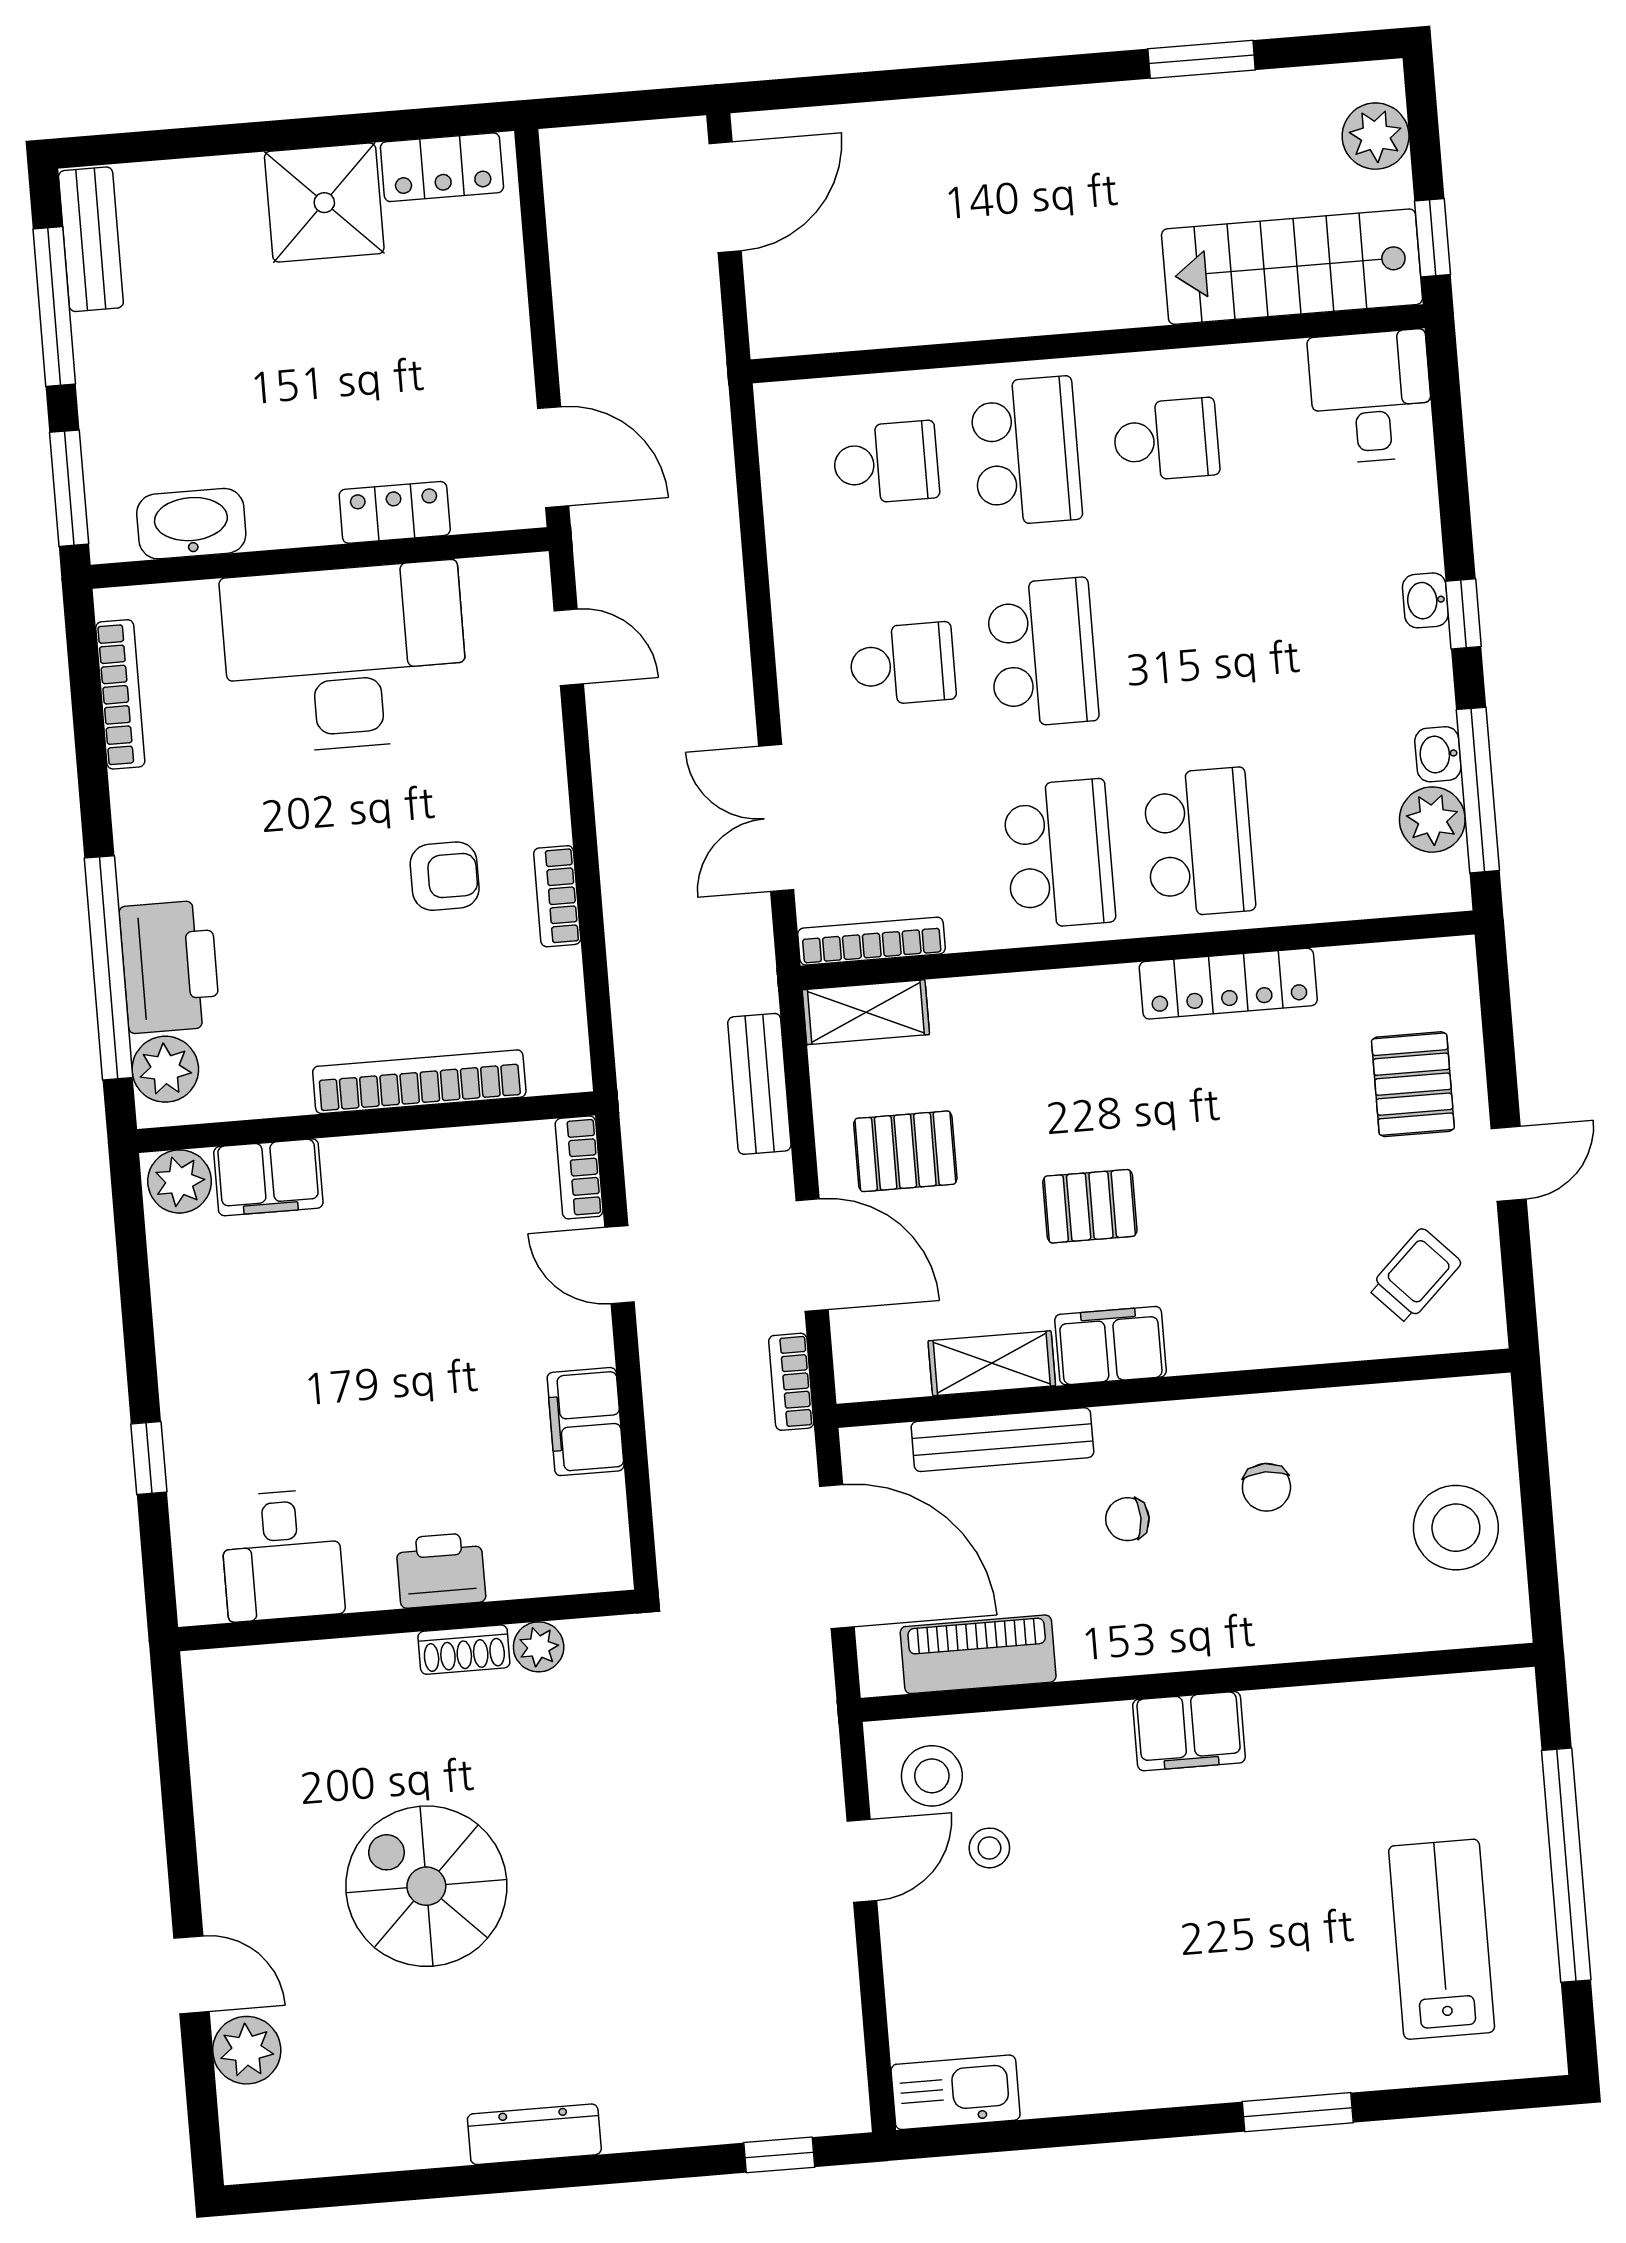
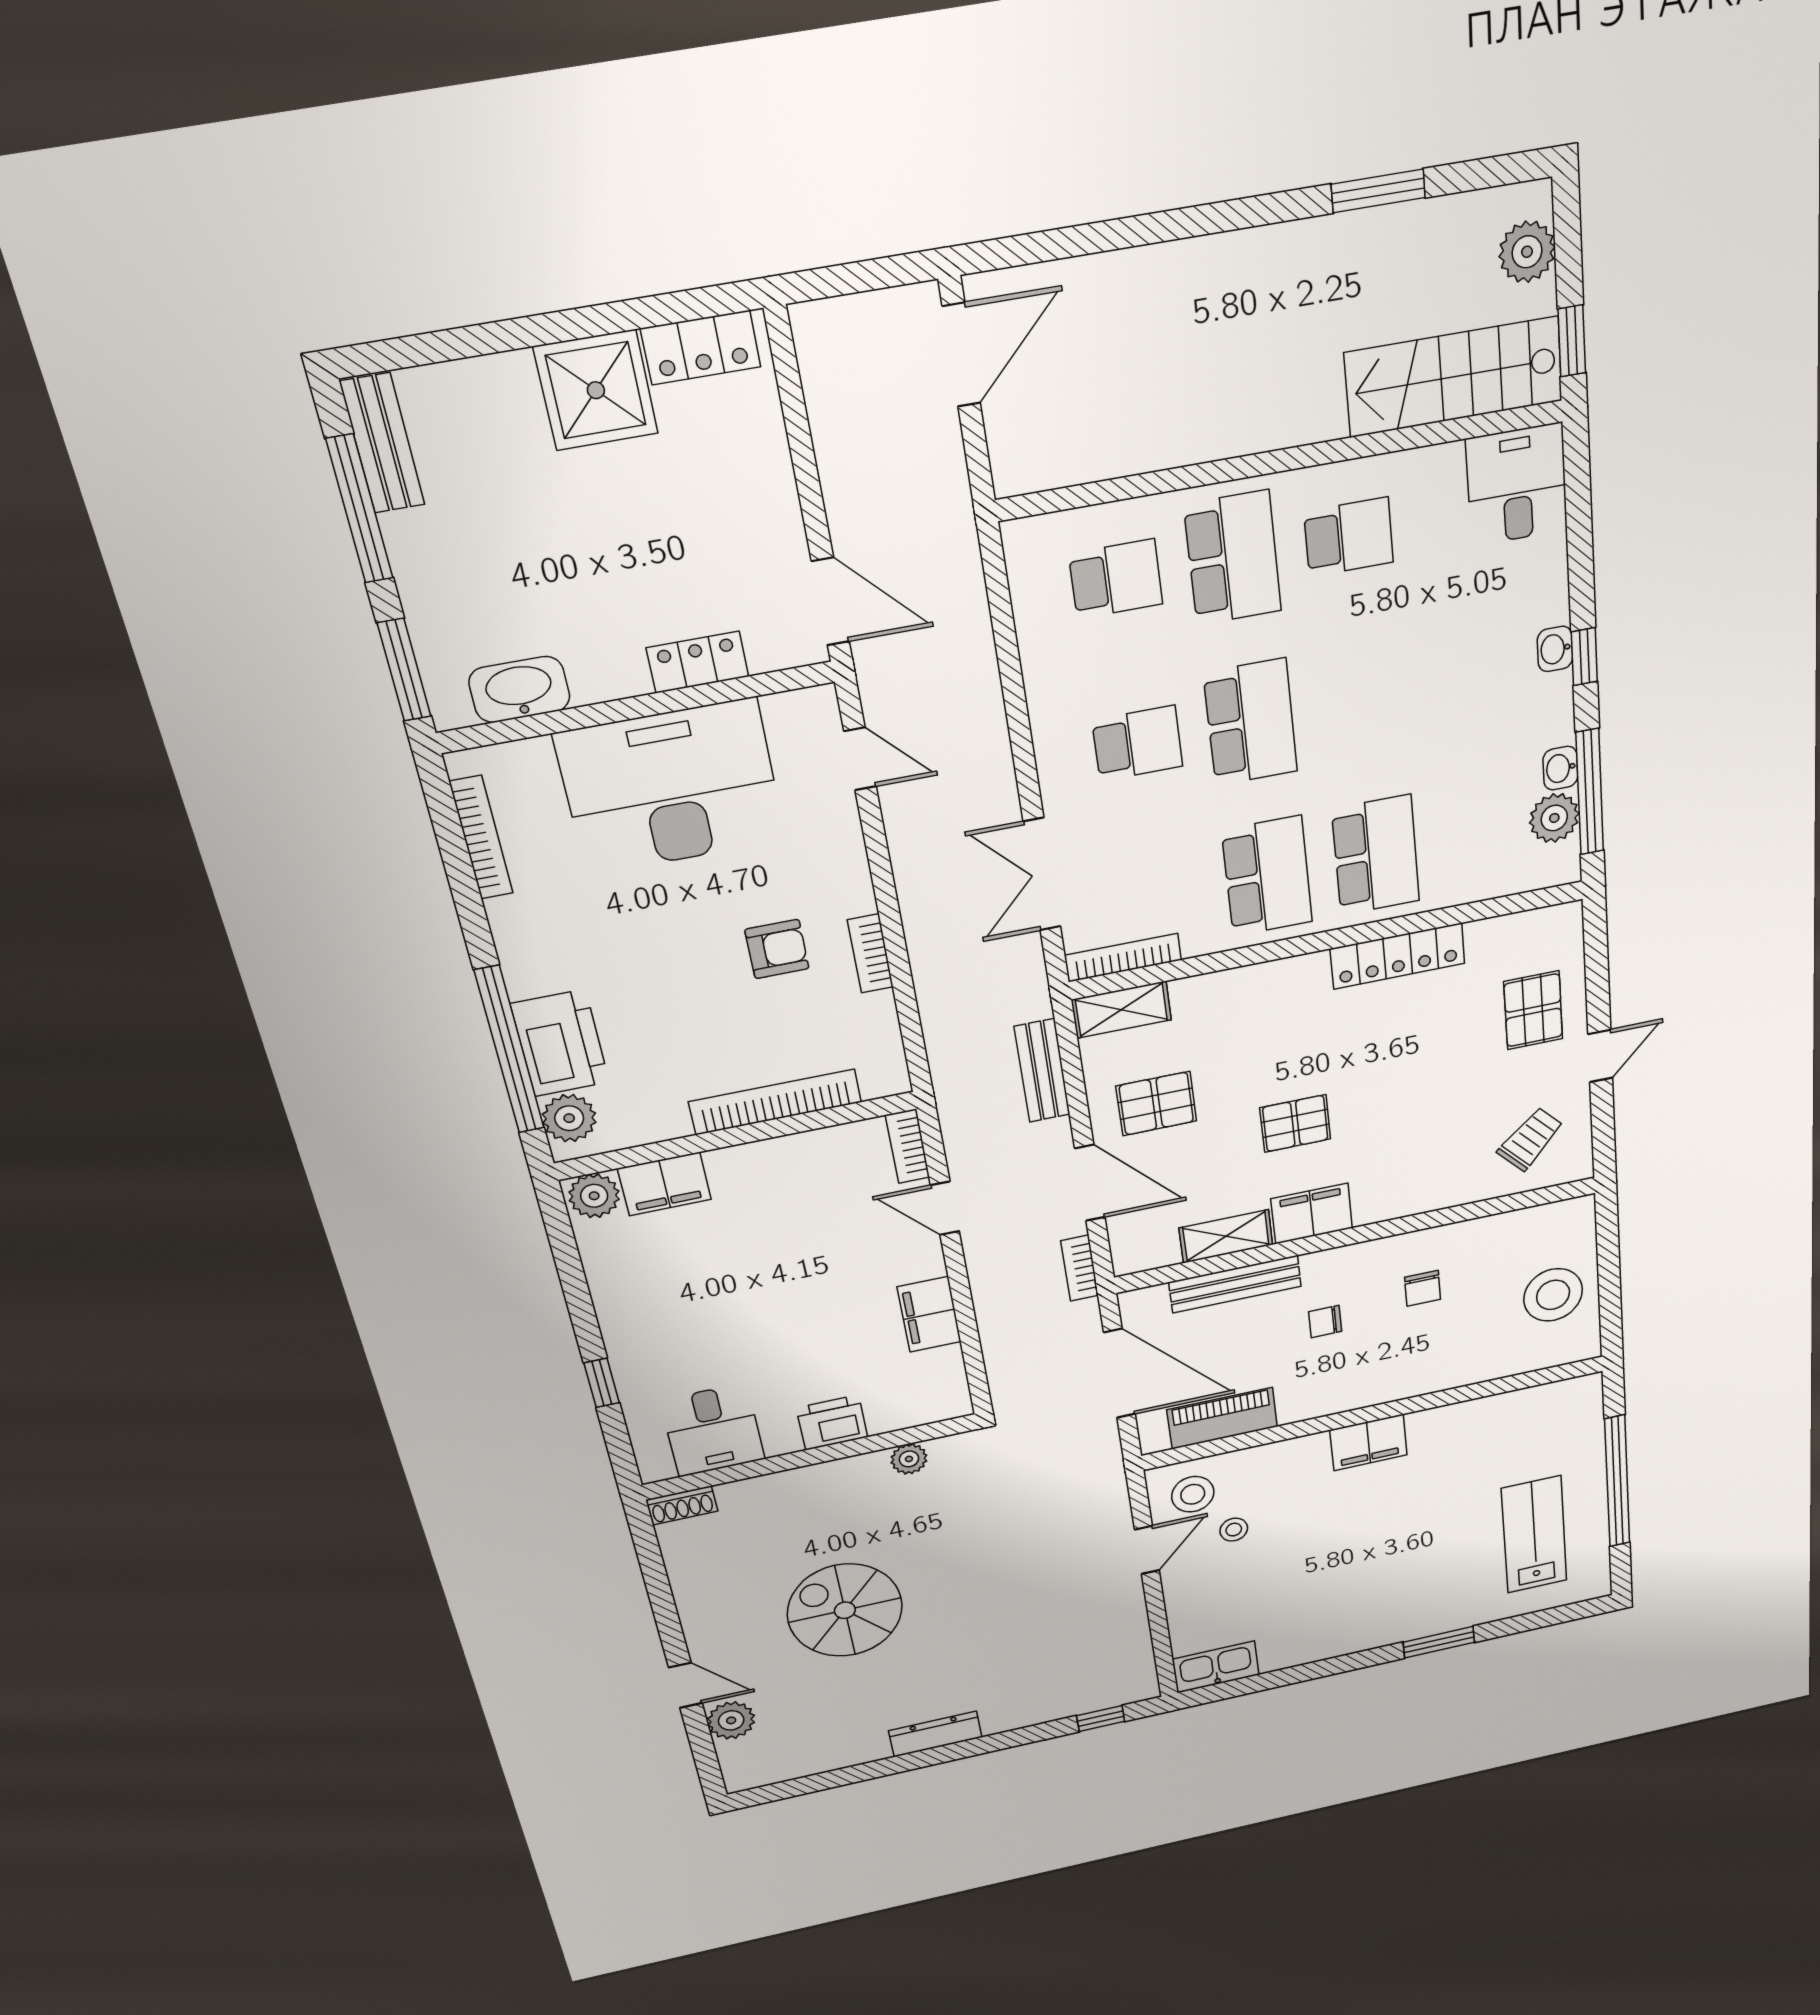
shoe rack: (464, 1650) -> (682, 1505), moved

